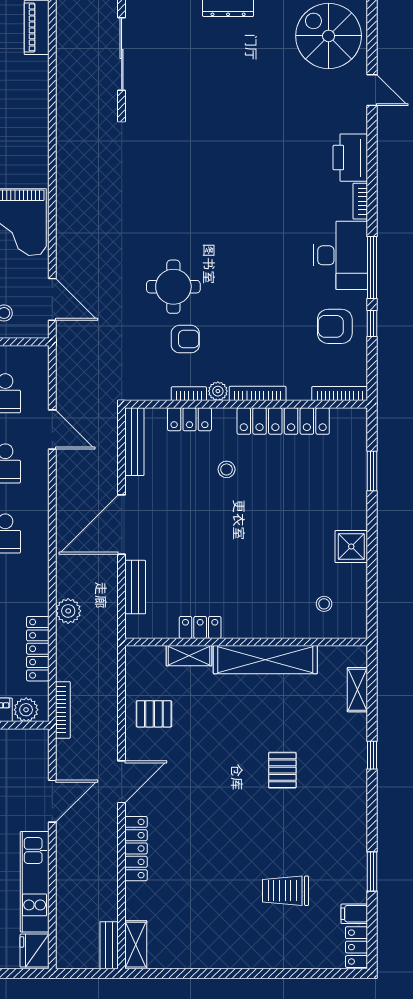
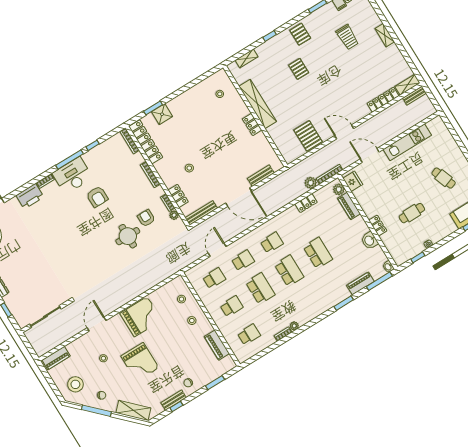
door: (52, 299) -> (97, 324), moved
armchair: (335, 326) -> (97, 197), moved
plant: (218, 391) -> (174, 215), moved
locker: (283, 421) -> (146, 142), moved
shower: (351, 547) -> (162, 114), moved
plant: (68, 611) -> (311, 183), moved
locker: (200, 627) -> (252, 124), moved
locker: (38, 649) -> (306, 203), width x0.66
shelving: (189, 656) -> (385, 35), moved
pallet: (154, 714) -> (308, 136), width x1.50, depth x1.42
pallet: (282, 770) -> (299, 69), turned 90
pallet: (342, 811) -> (300, 34), added
locker: (136, 849) -> (383, 100), moved
fridge: (34, 951) -> (353, 181), moved, turned -90

